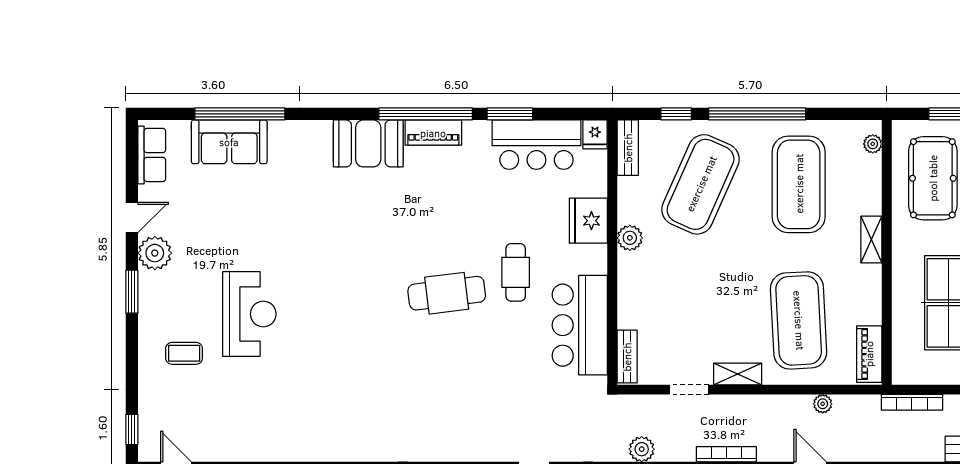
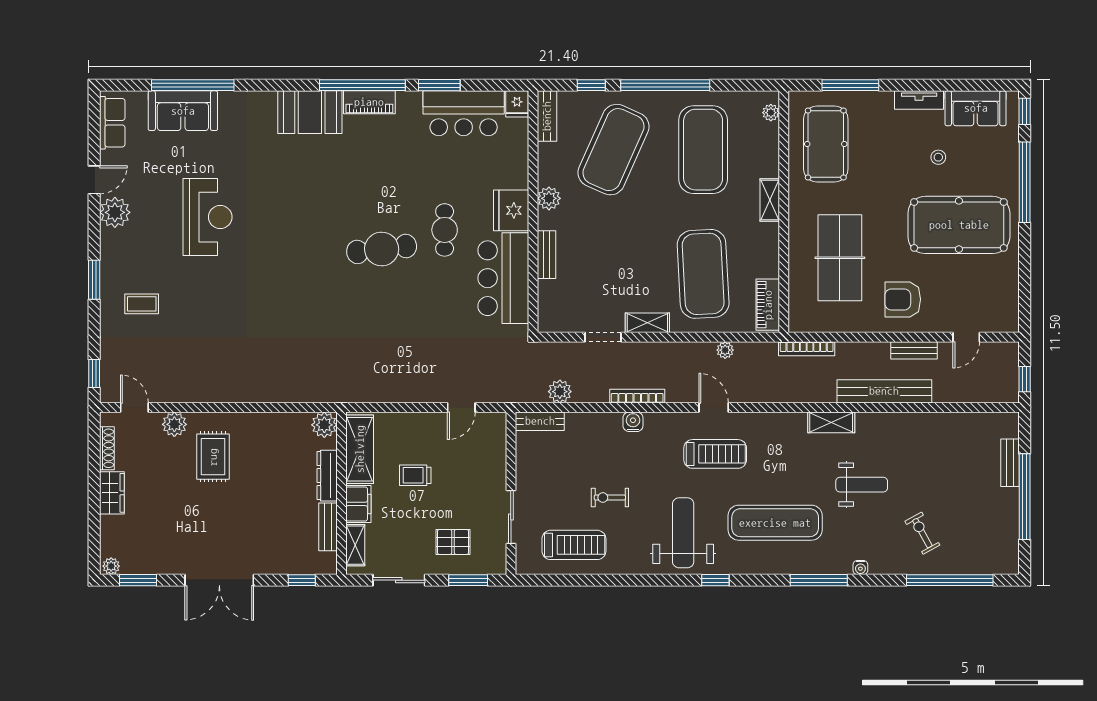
fridge: (588, 221) -> (511, 210), moved
window: (132, 292) -> (94, 280), moved
reception desk: (249, 314) -> (208, 217), moved
bench: (627, 357) -> (546, 255), moved

